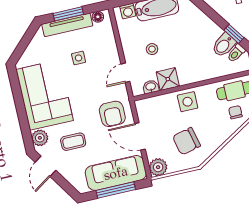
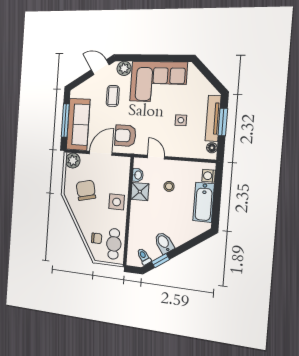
bidet: (224, 45) -> (164, 243), moved

